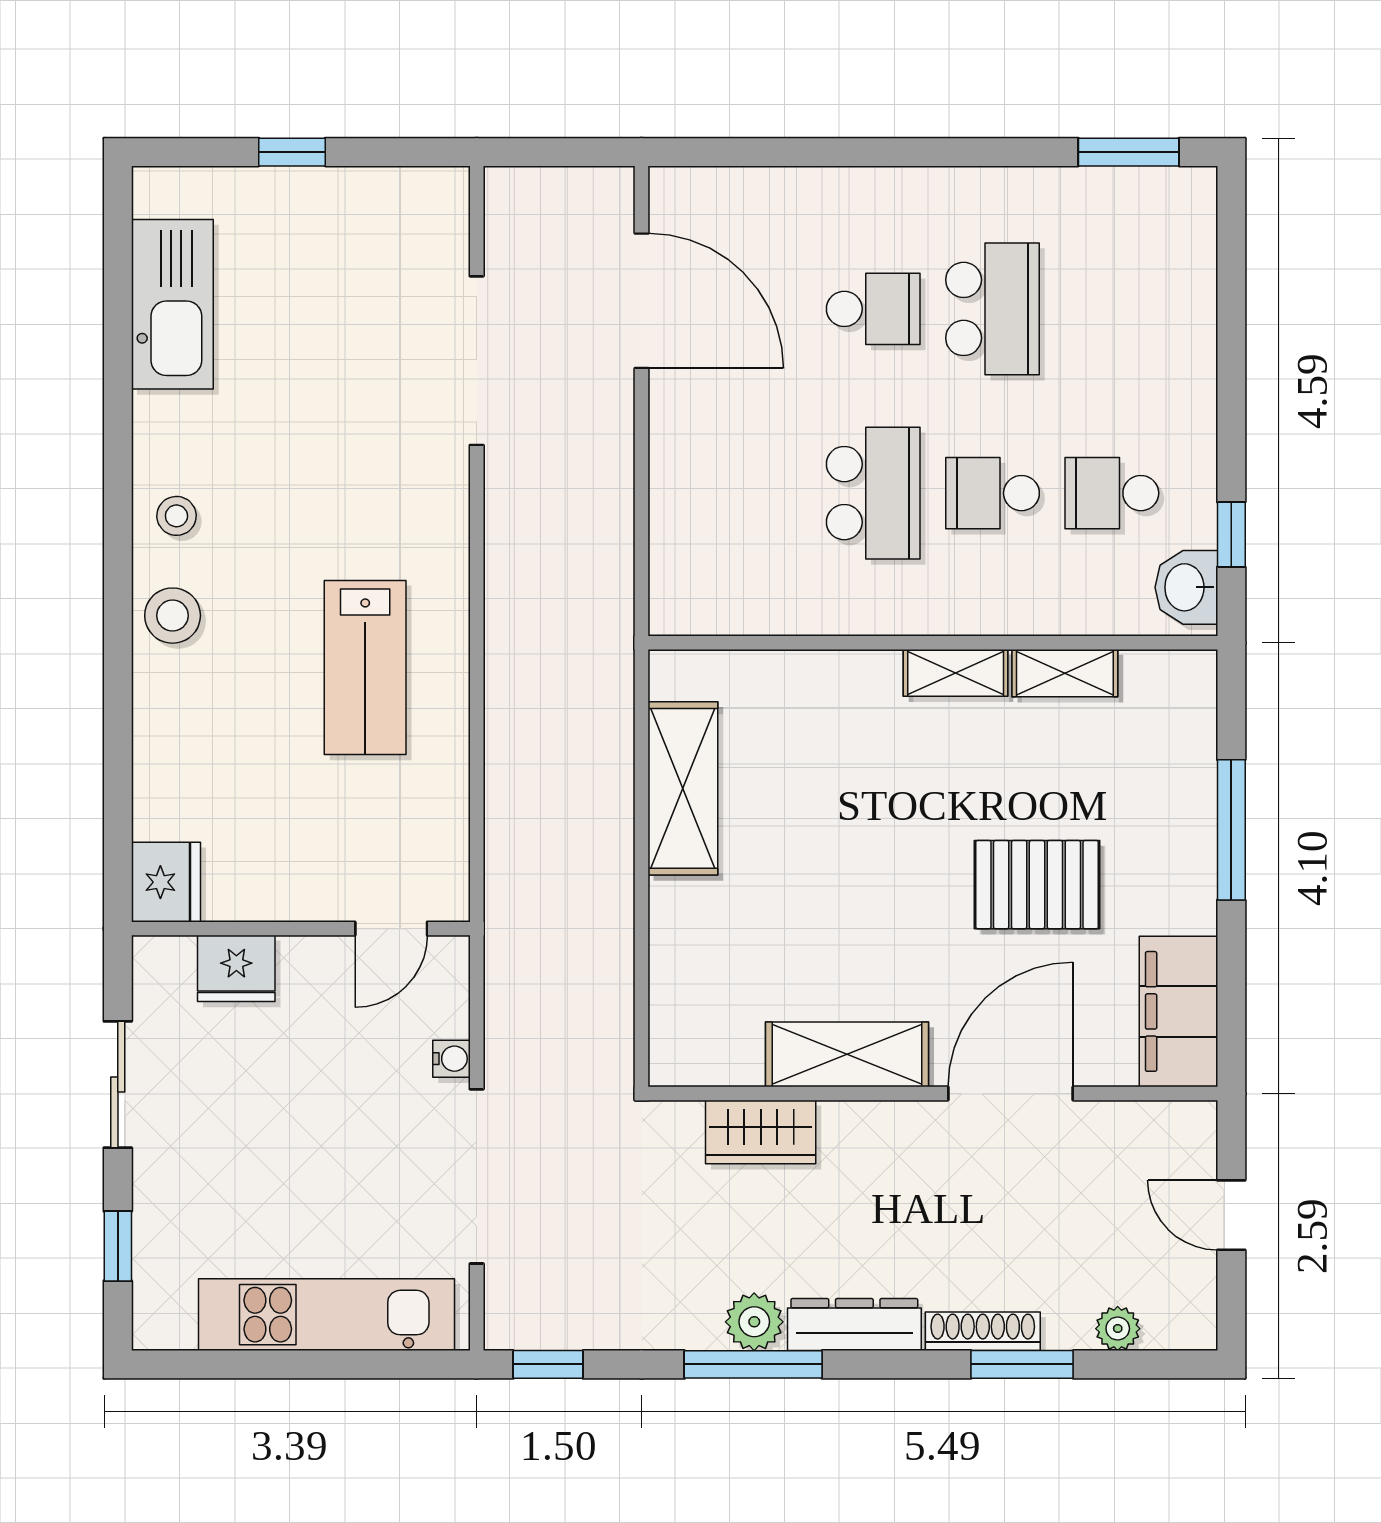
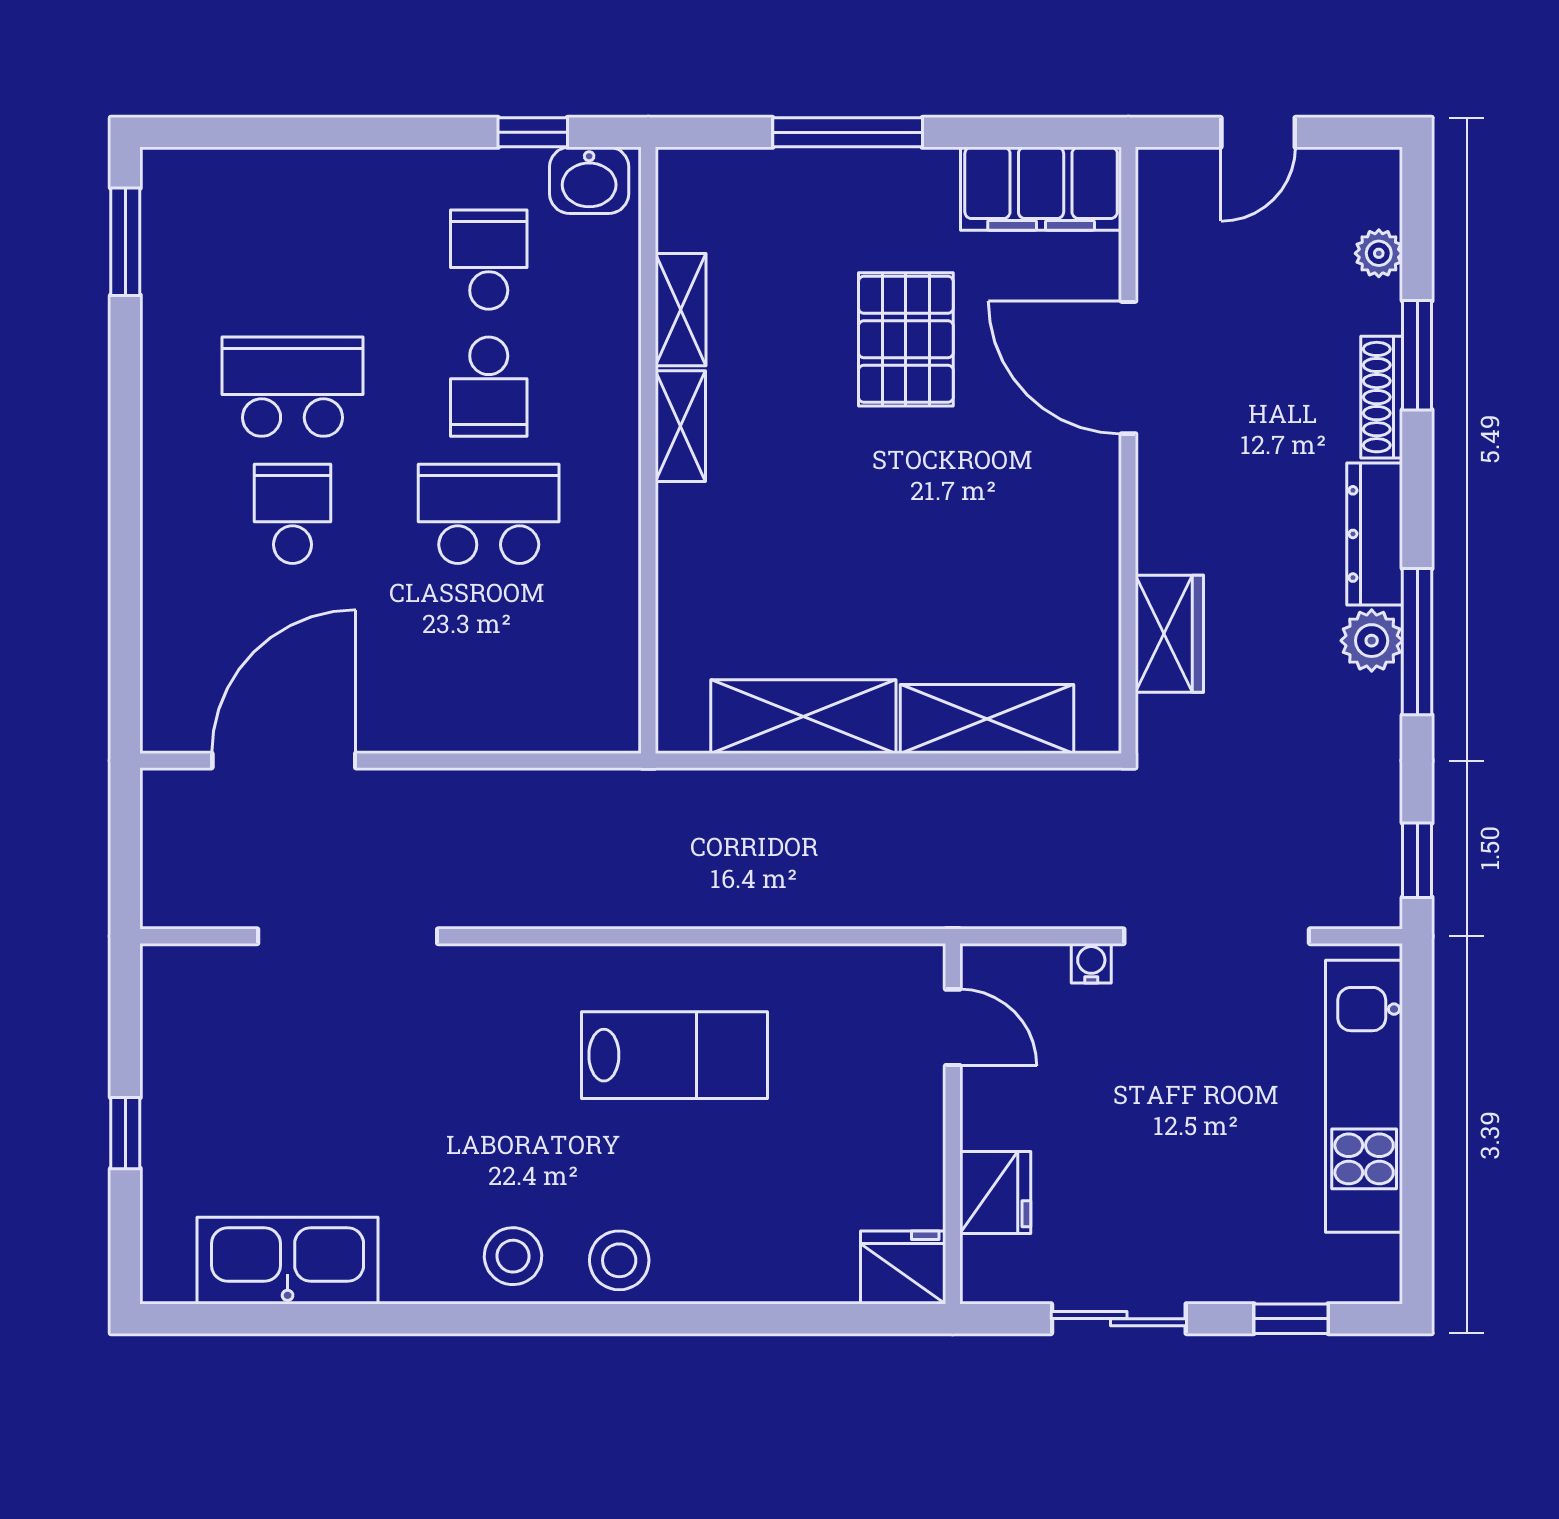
school desk: (1112, 493) -> (489, 260), turned 180
stool: (176, 516) -> (513, 1256), width x1.37, depth x1.37
shelving: (847, 1054) -> (987, 719), moved, turned 90

